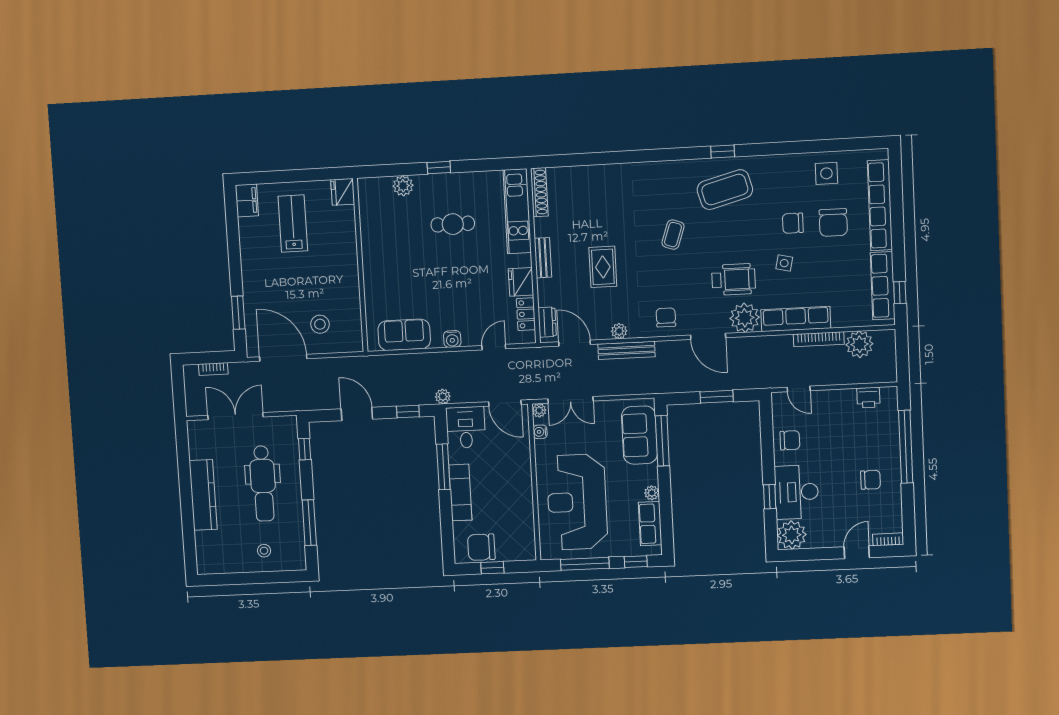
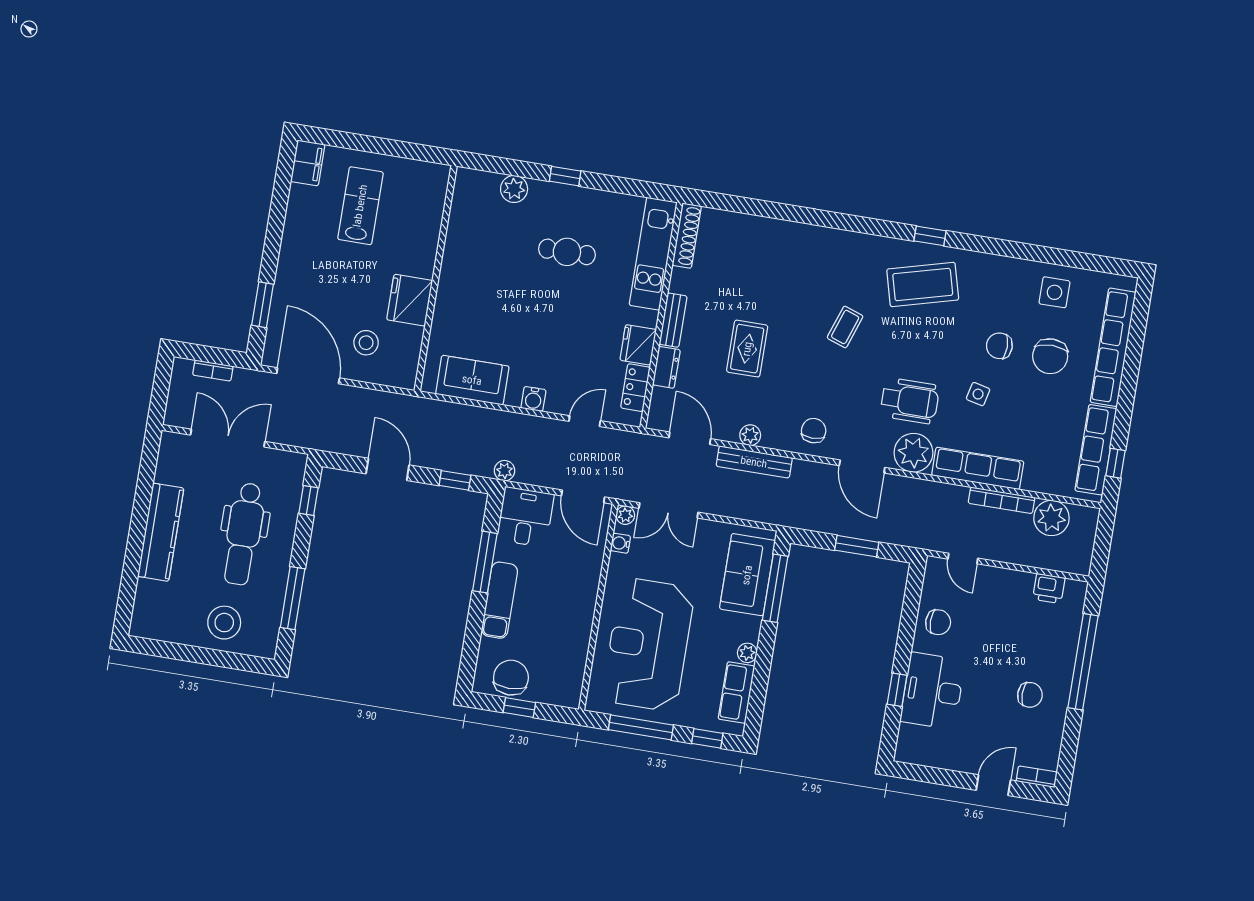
fridge: (343, 192) -> (410, 300), moved, width x1.36, depth x1.34
dresser: (547, 322) -> (666, 367), moved
plant: (792, 535) -> (915, 745), removed
chair: (481, 547) -> (511, 678), turned 90
stool: (264, 551) -> (224, 623), width x1.89, depth x1.89

